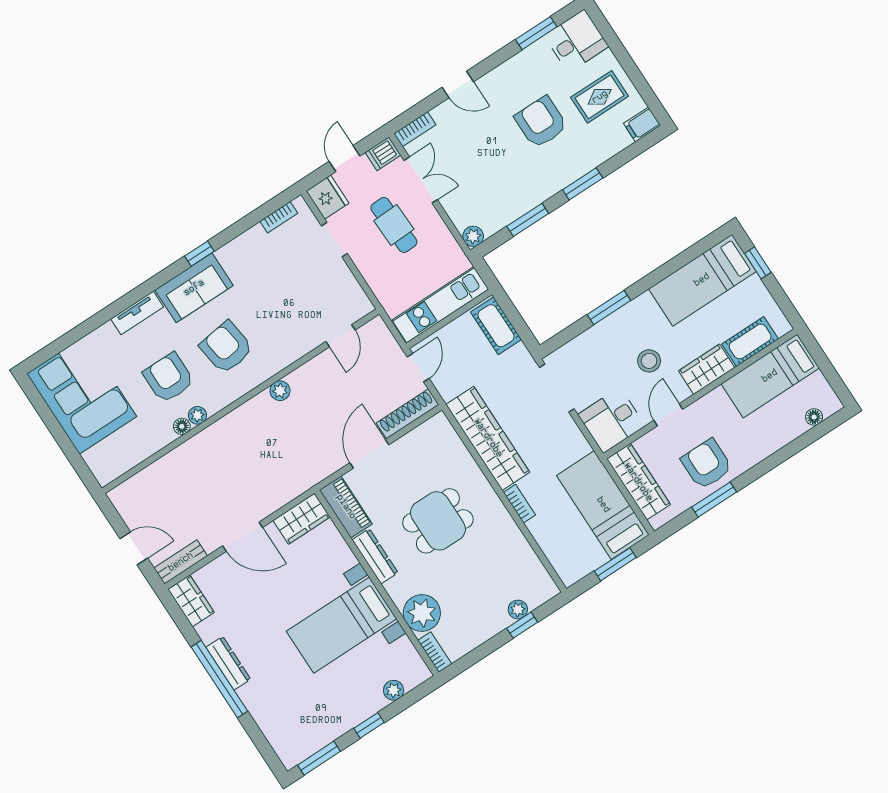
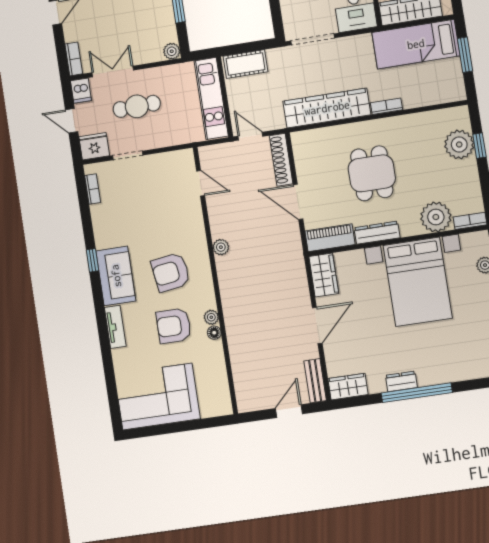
plant: (518, 610) -> (459, 145), width x1.88, depth x1.88
bed with nightstands: (342, 625) -> (418, 282), width x1.36
dresser: (228, 663) -> (401, 381), width x0.70

